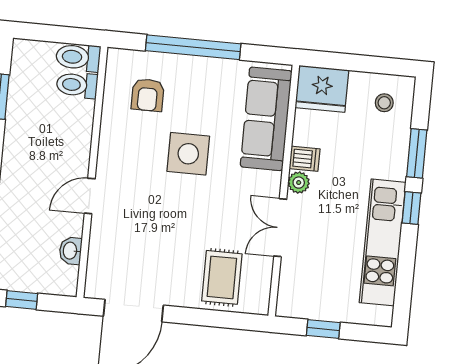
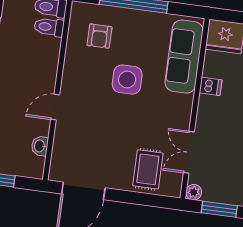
plant: (299, 183) -> (194, 192), moved
double door: (280, 228) -> (189, 152), moved
window: (323, 329) -> (219, 209), width x1.50

